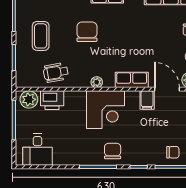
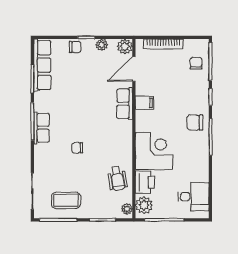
chair: (87, 32) -> (77, 148), width x0.54, depth x0.54
coffee table: (41, 36) -> (66, 200), moved
plant: (97, 82) -> (127, 209), moved
filing cabinet: (147, 100) -> (145, 103), moved
corner desk: (106, 110) -> (154, 151), moved

